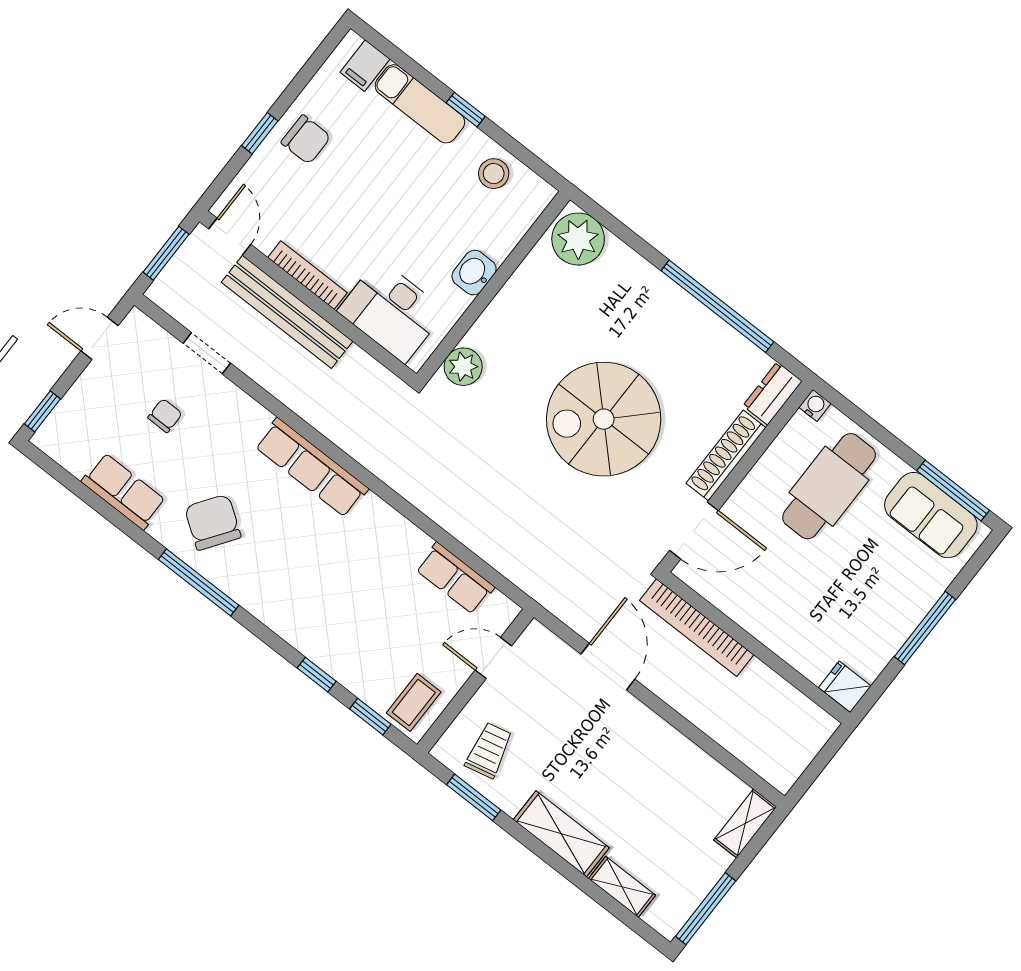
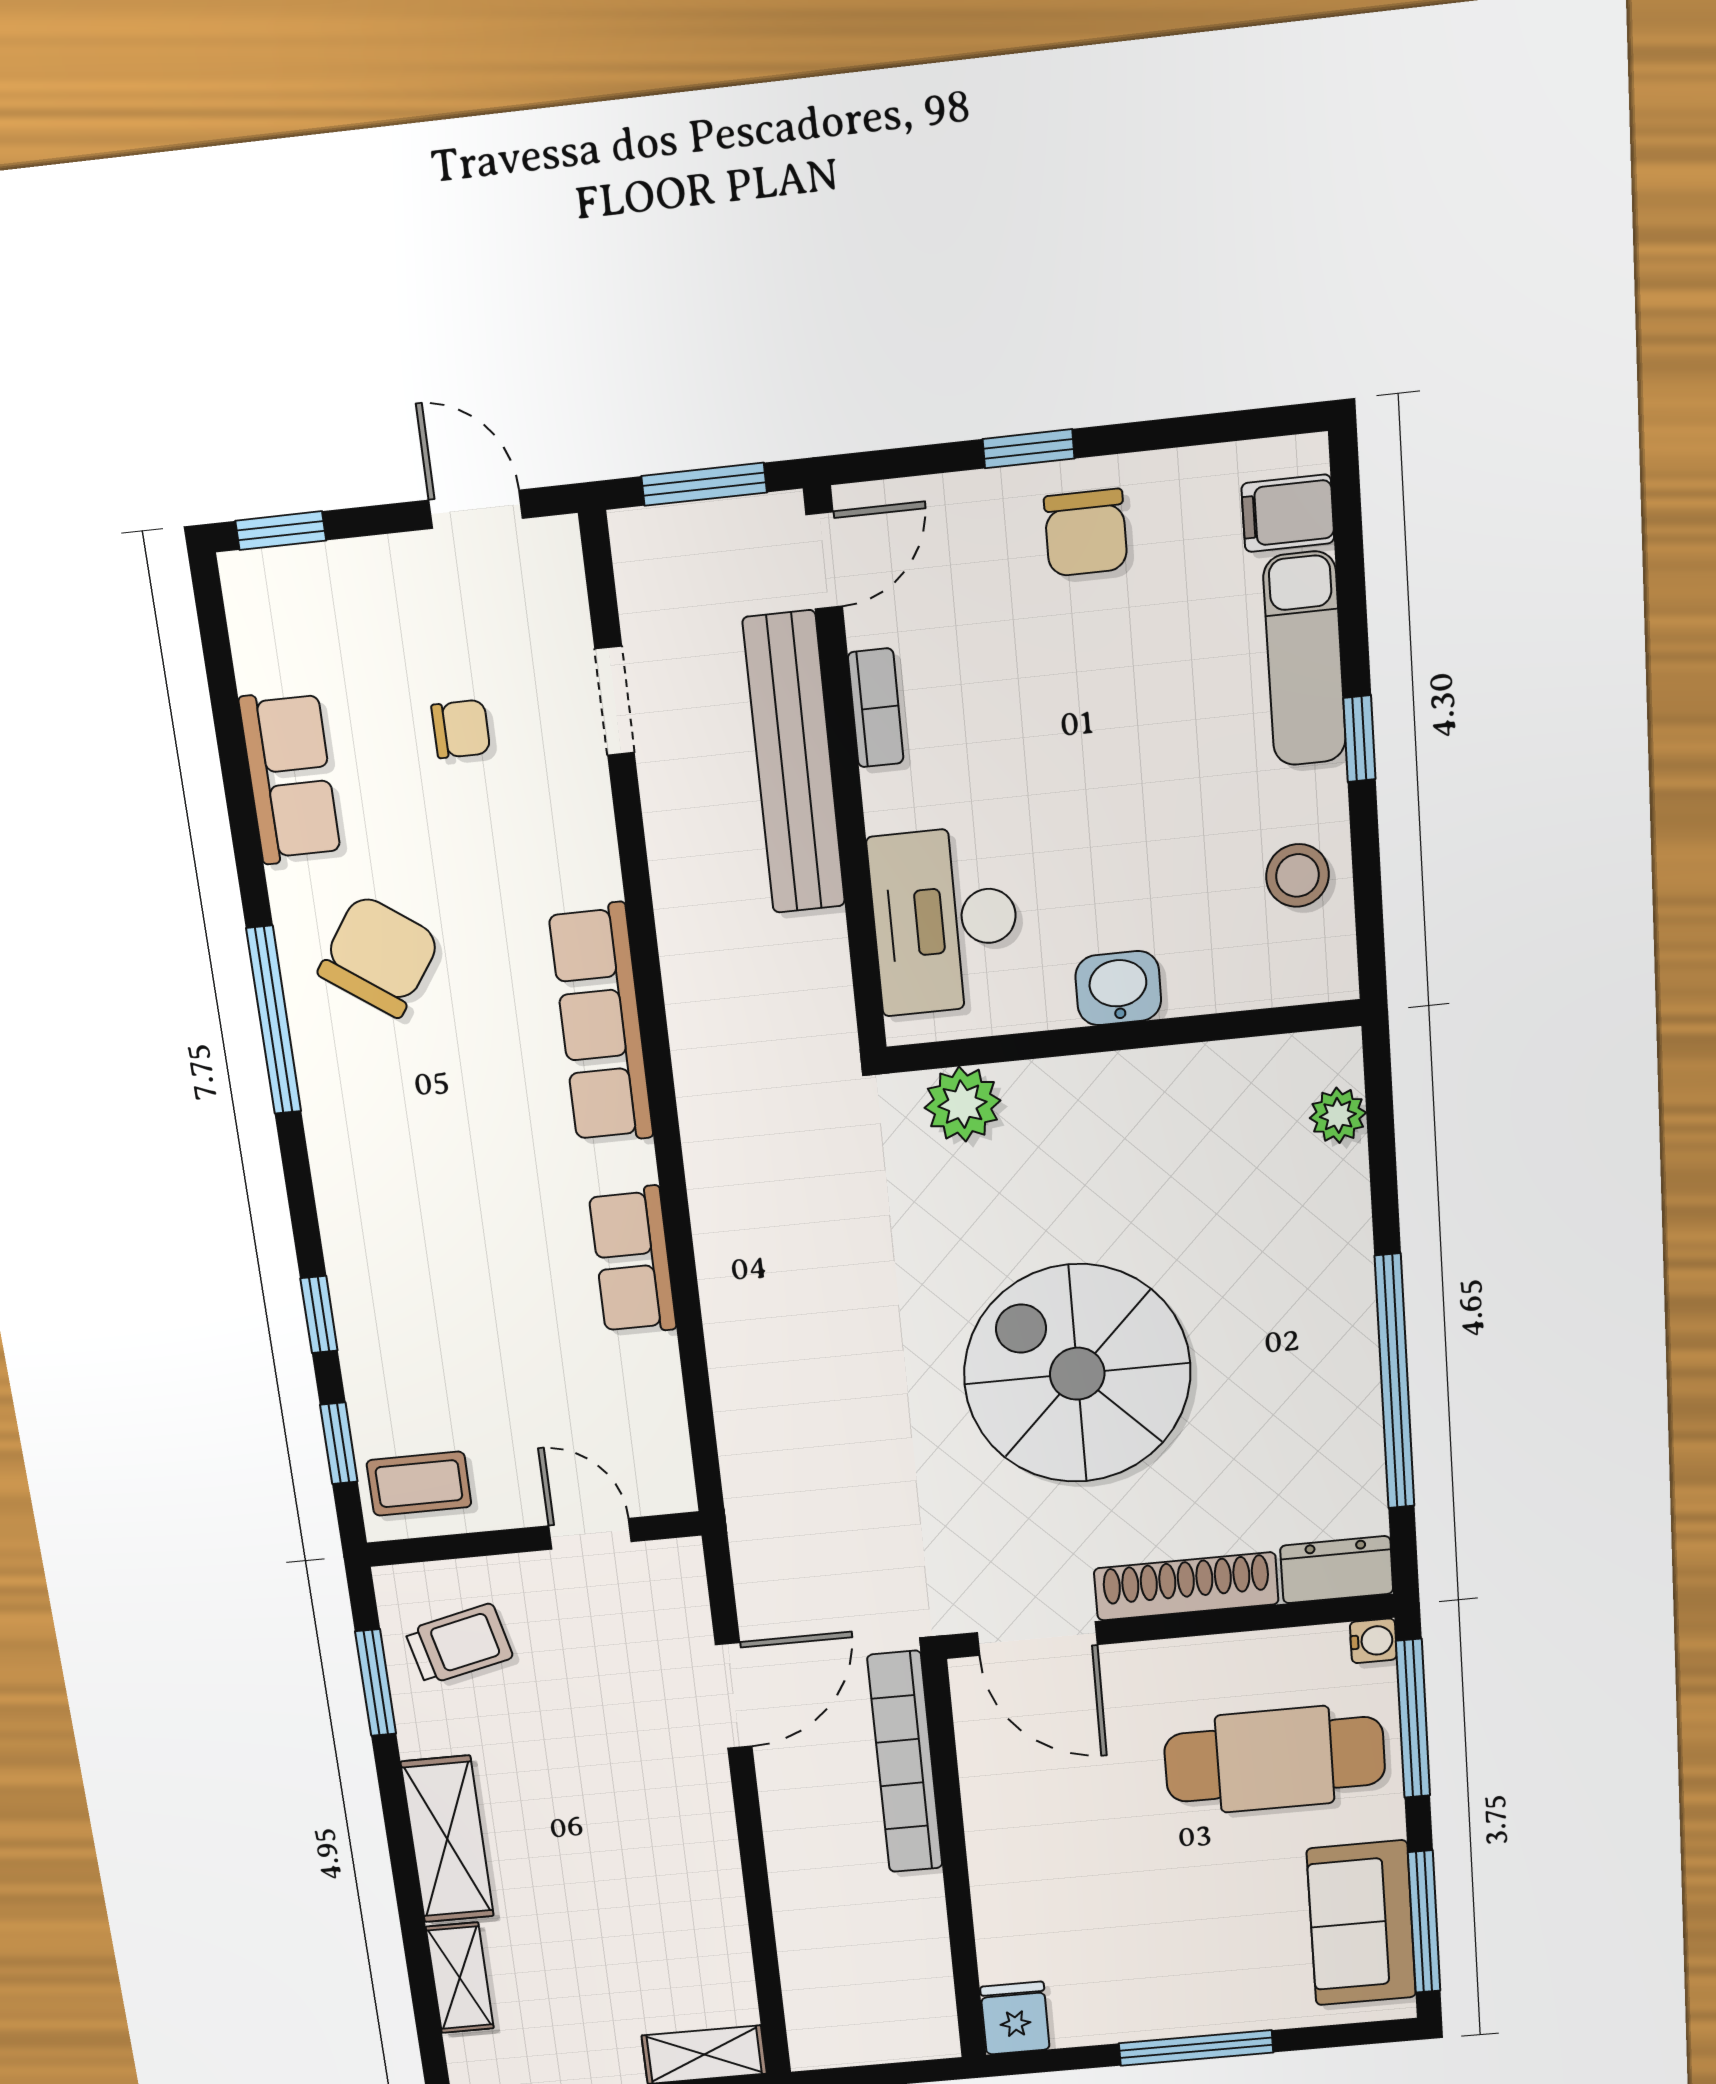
plant: (578, 239) -> (1338, 1115), width x0.53, depth x0.53
bookcase: (307, 275) -> (876, 708), width x0.64
window: (862, 419) -> (1413, 1719), added
row of seats: (455, 578) -> (633, 1261), moved

